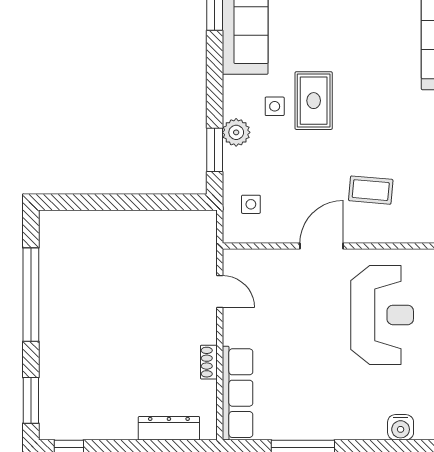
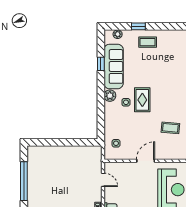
plant: (236, 132) -> (110, 96), moved
window: (215, 150) -> (101, 120), removed
coffee table: (371, 190) -> (170, 128), moved

